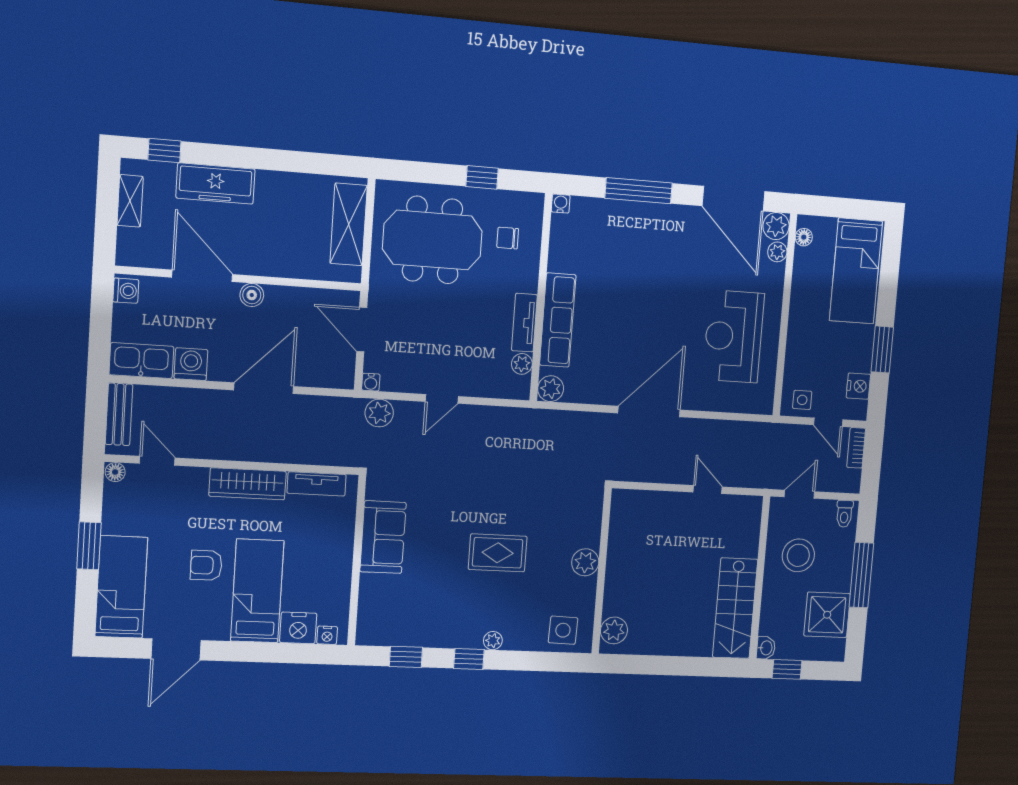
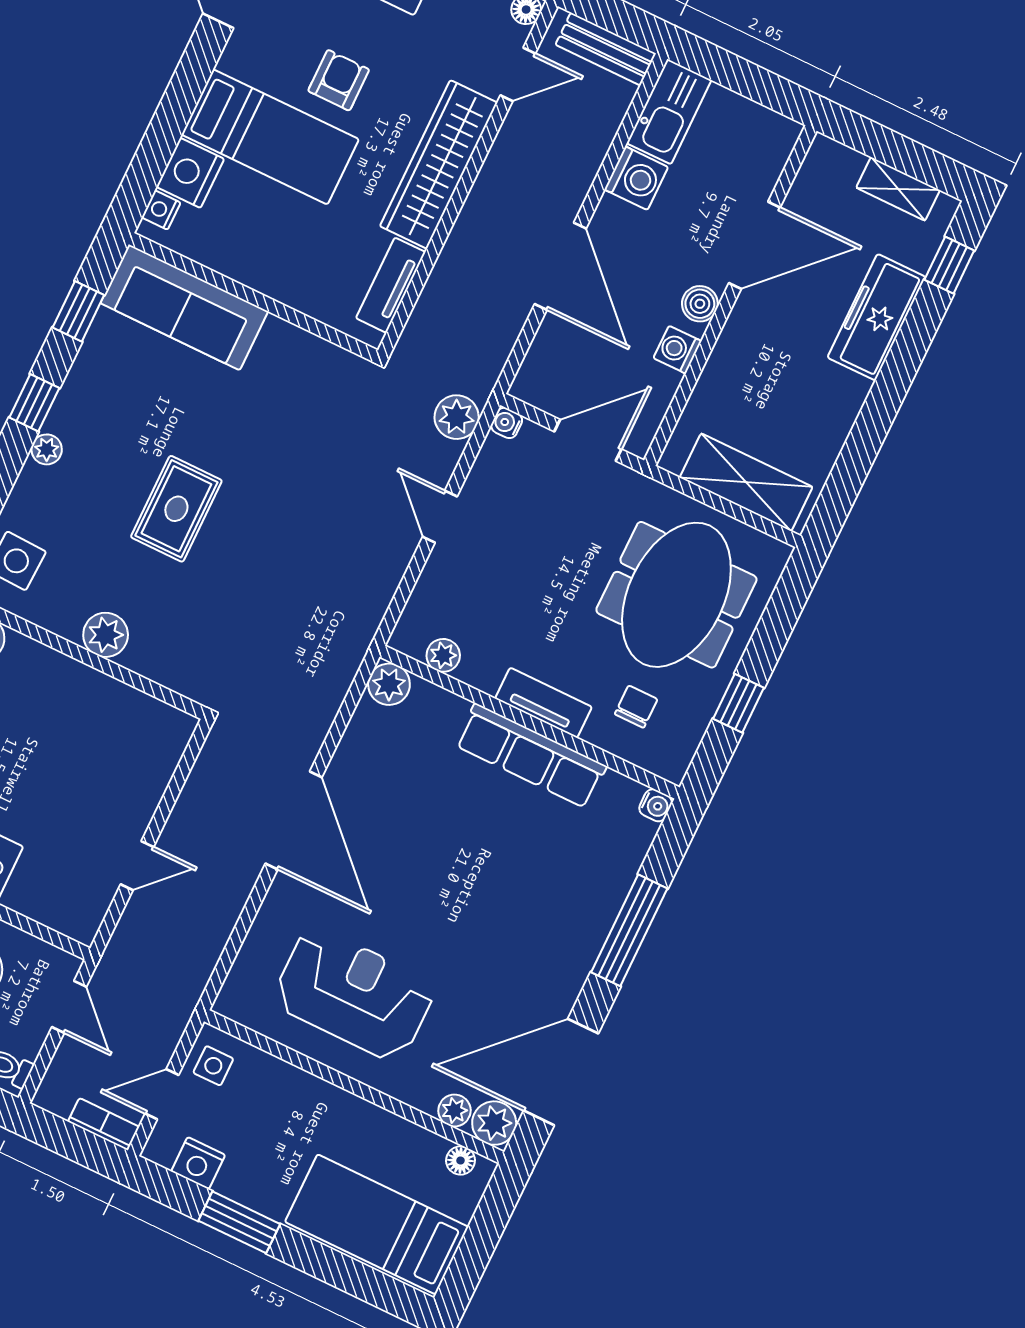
washing machine: (126, 291) -> (677, 350), moved, turned 90
row of seats: (558, 320) -> (531, 756), moved
tv unit: (524, 323) -> (543, 703), moved
wardrobe: (248, 484) -> (439, 164), width x1.40, depth x1.17
sofa: (383, 537) -> (184, 307), moved, width x1.36

